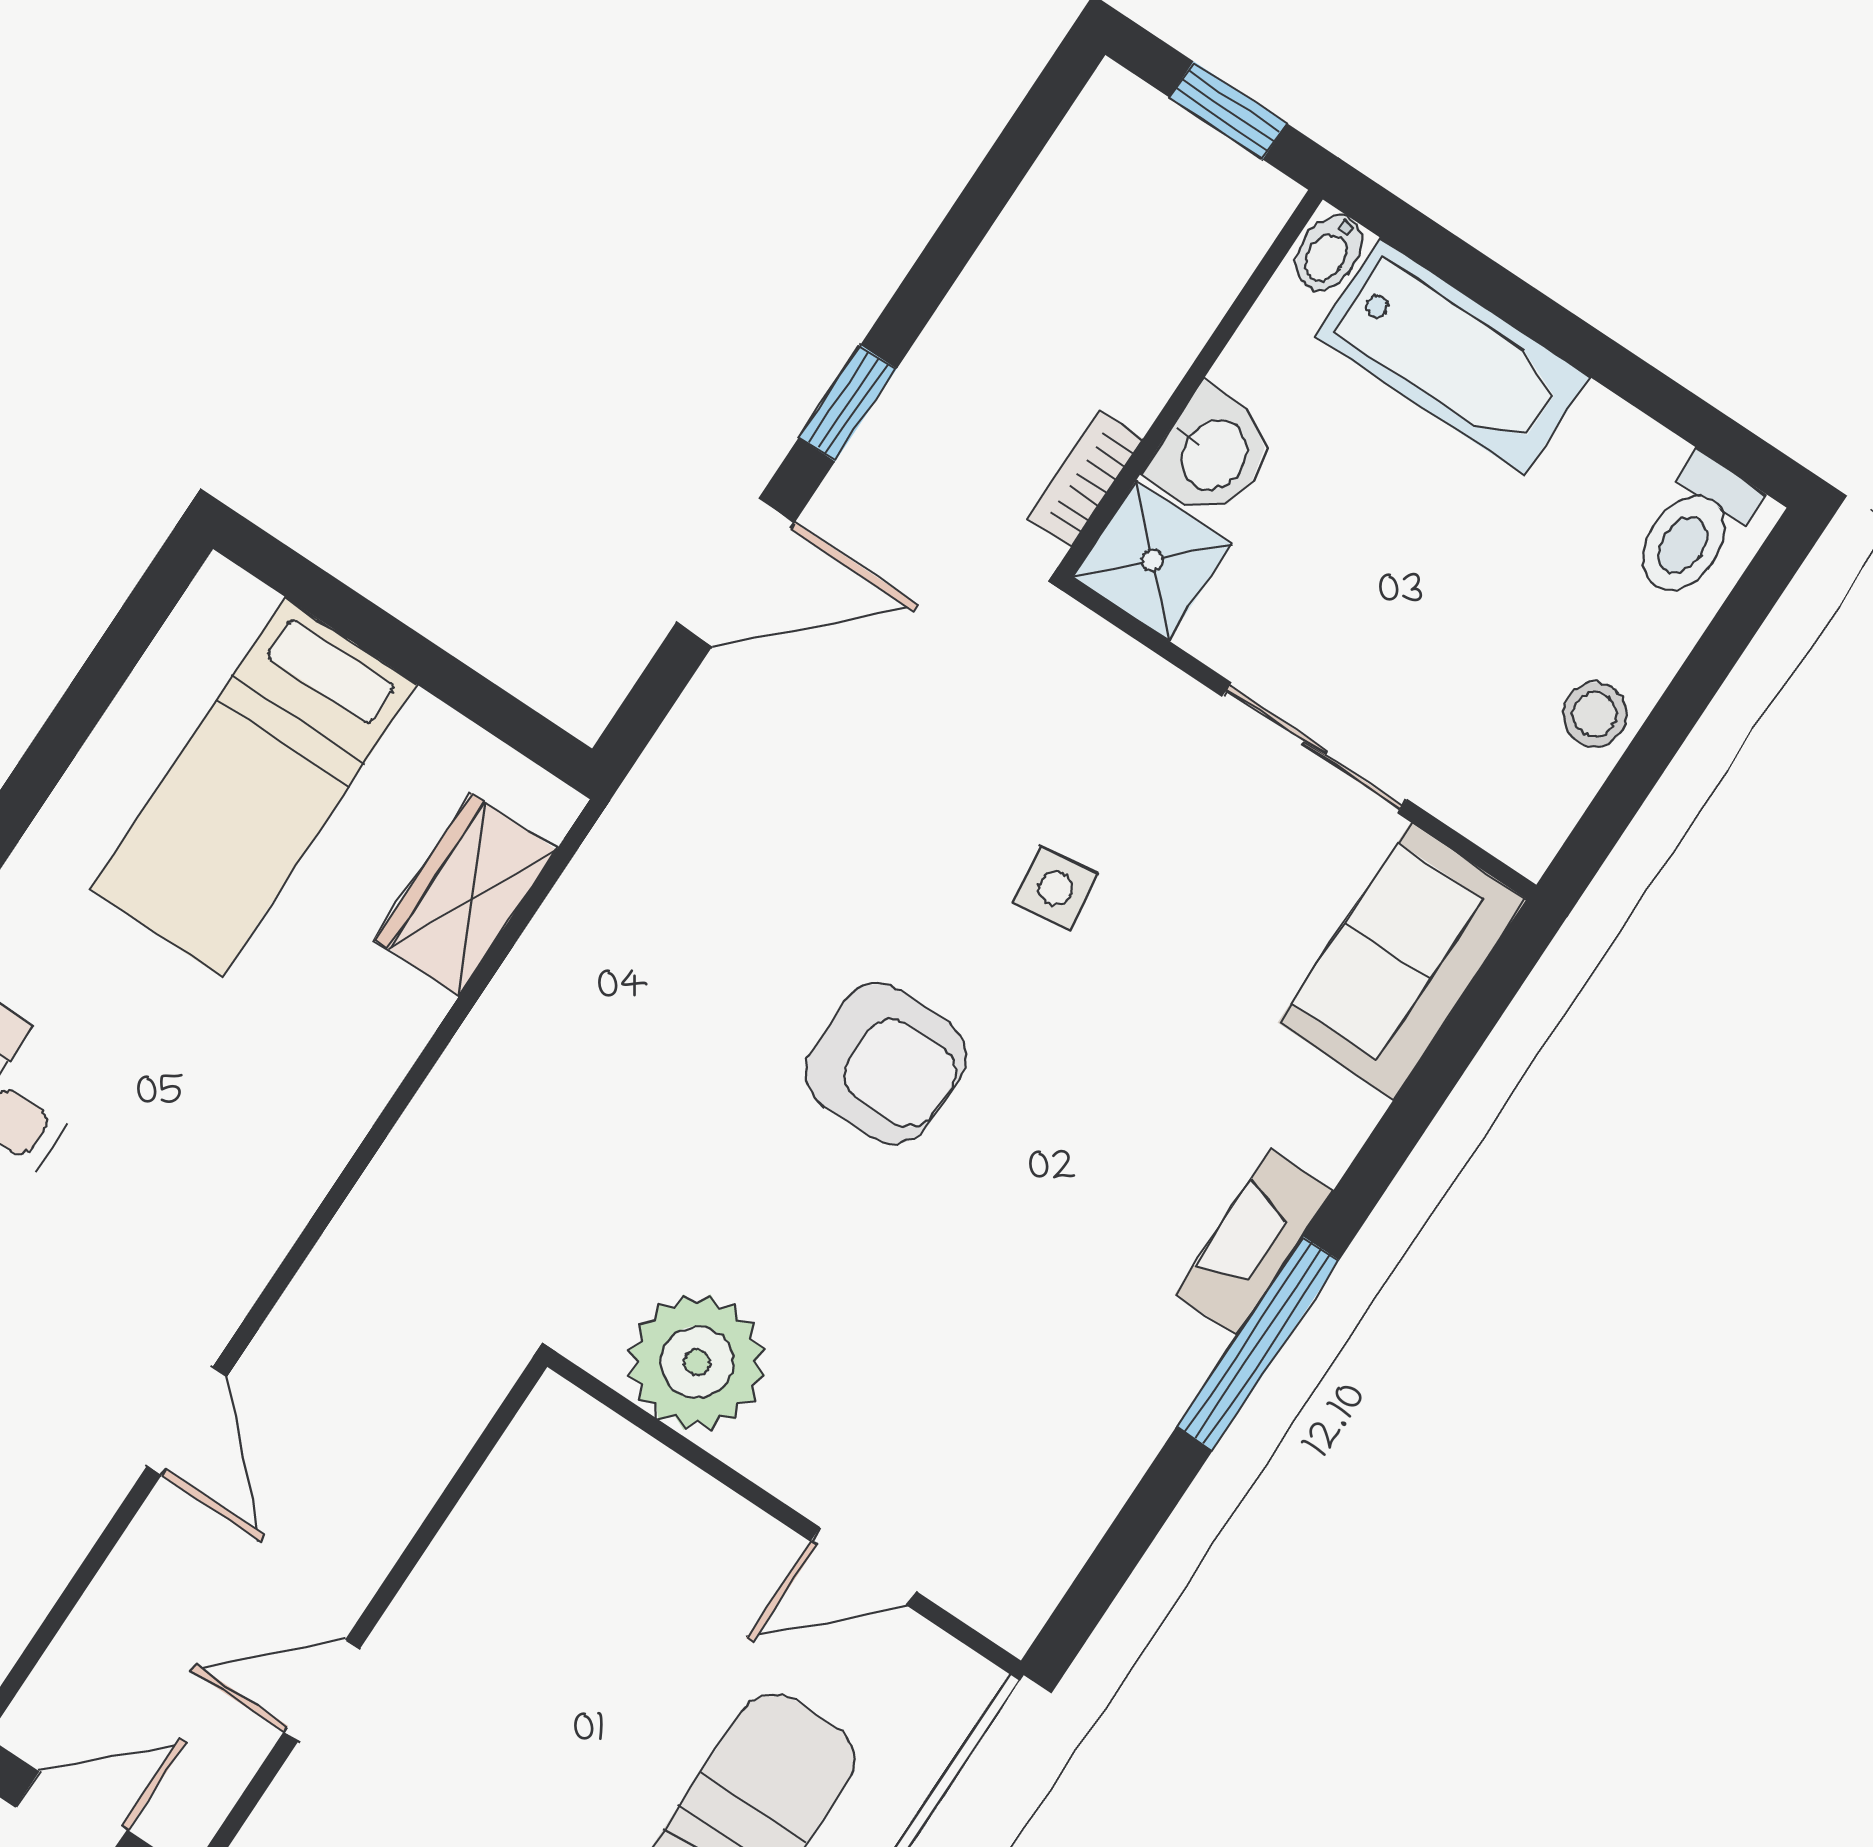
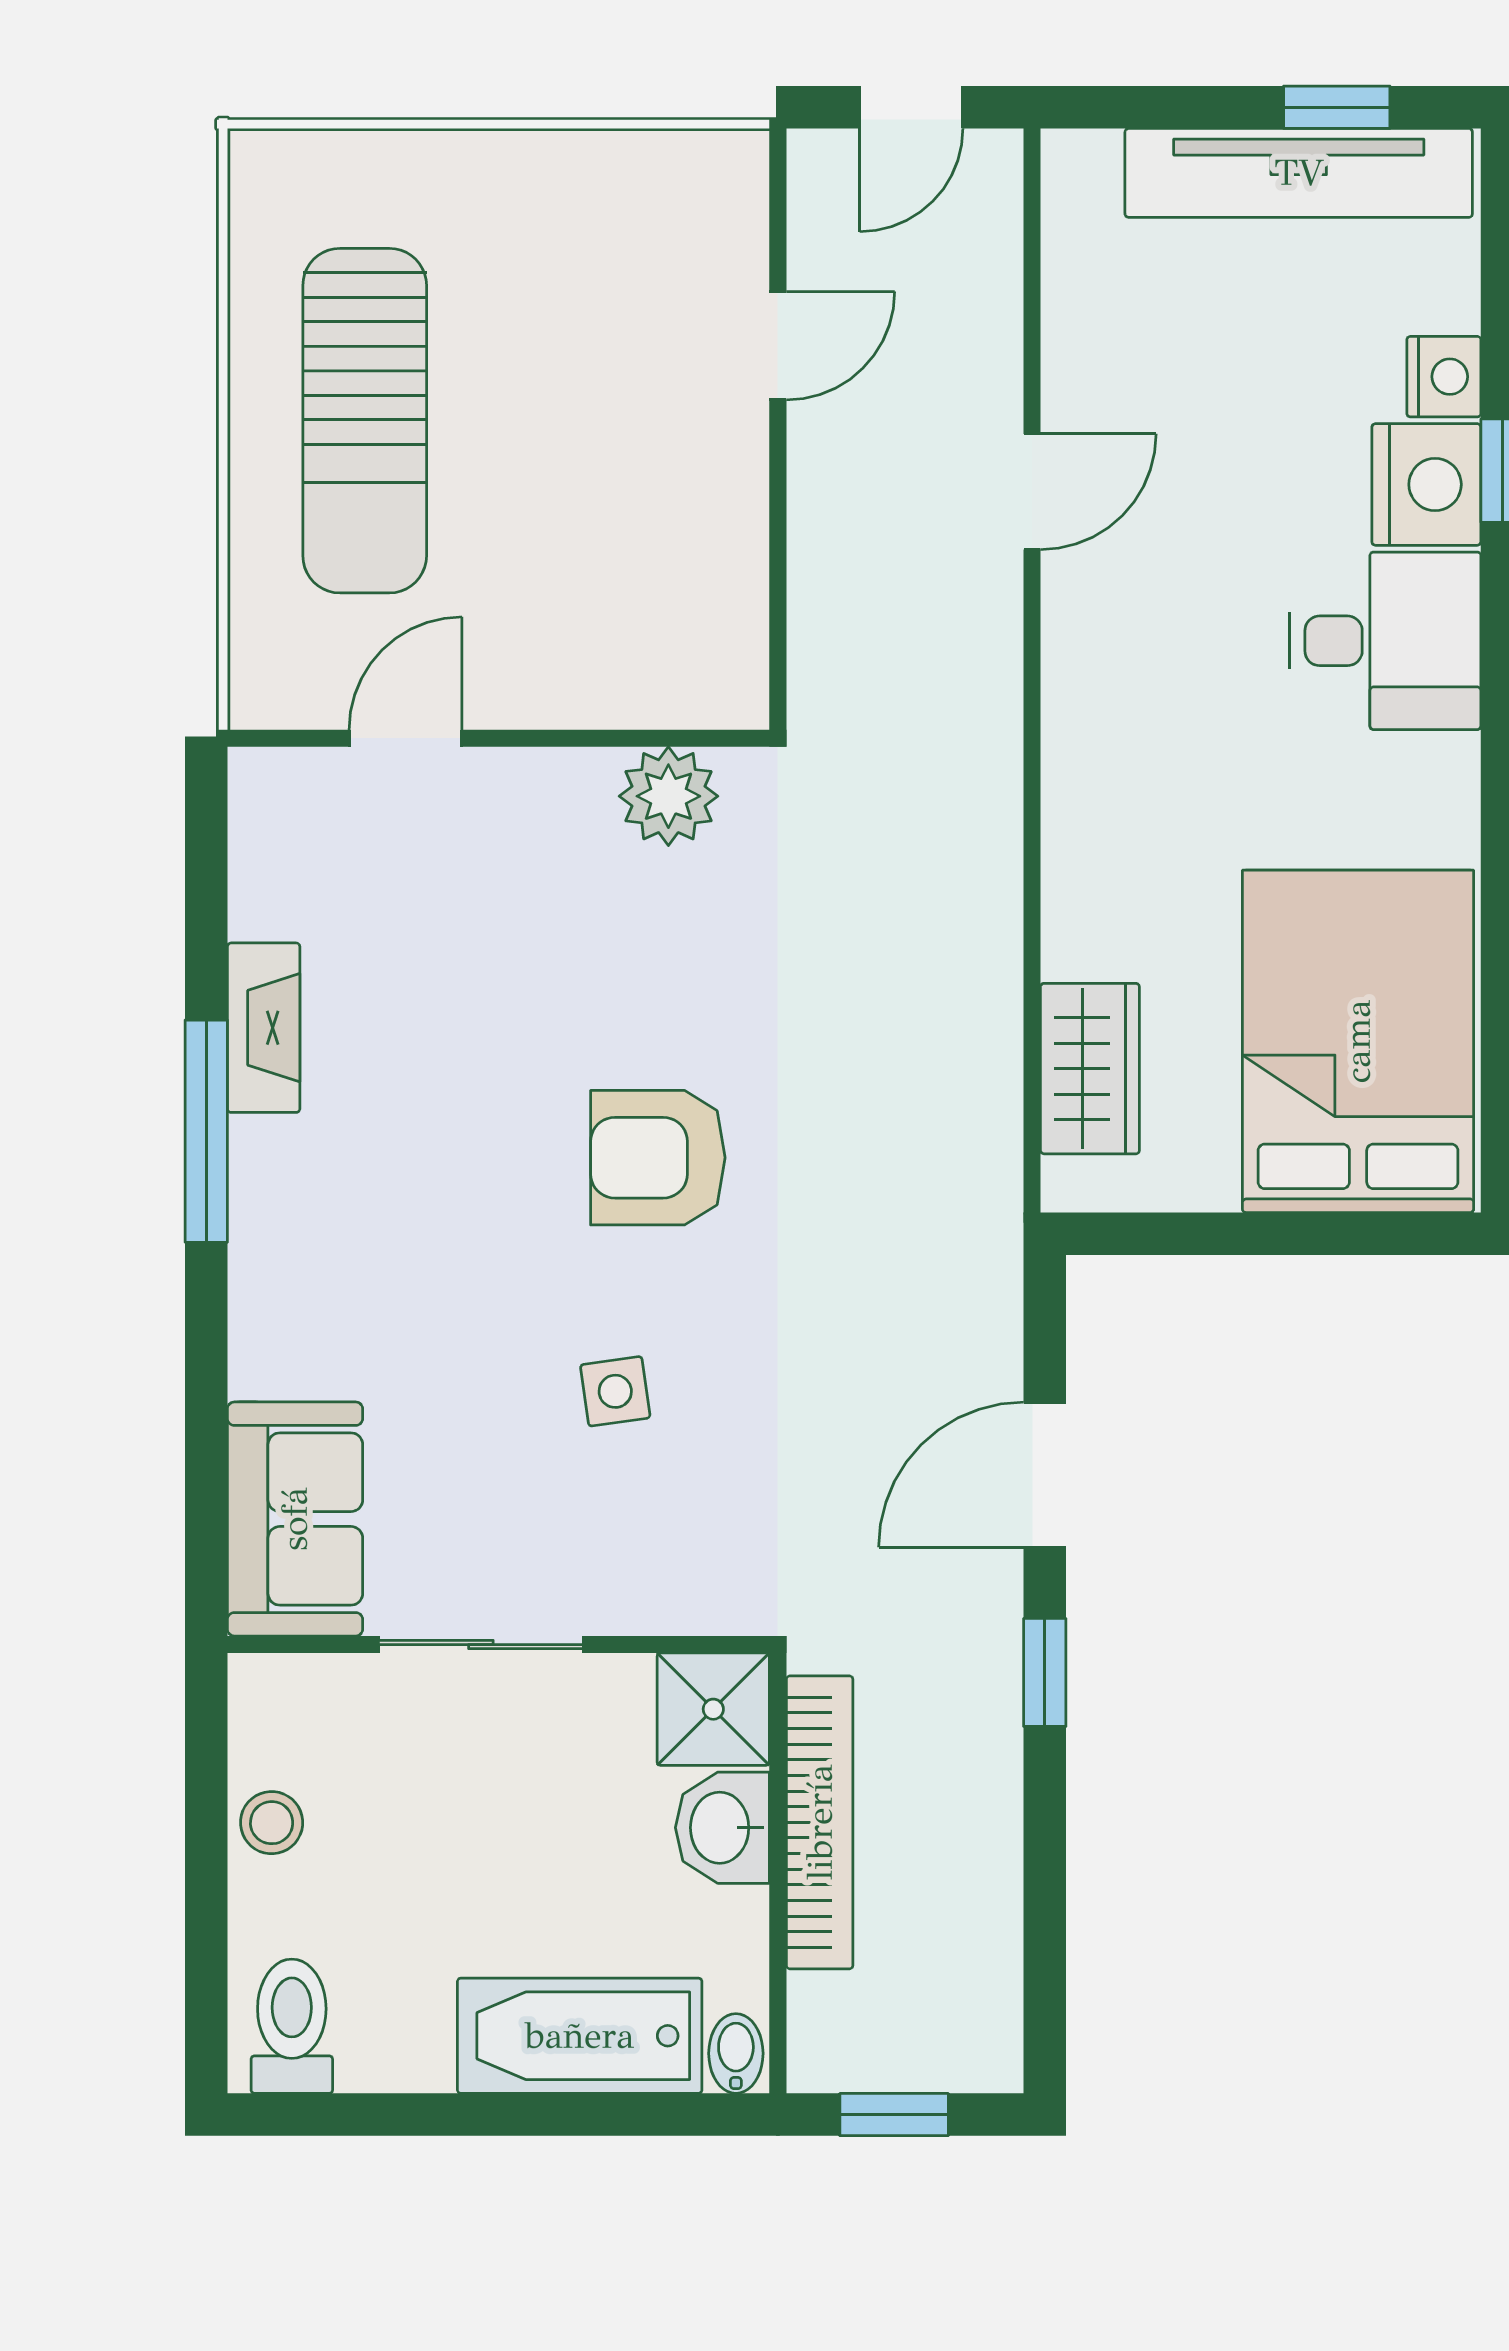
bookcase: (1085, 479) -> (820, 1822), width x2.31, depth x1.31
bed: (253, 787) -> (1358, 1041), width x1.50
fireplace: (1254, 1243) -> (264, 1028), moved
plant: (697, 1362) -> (668, 796), width x0.73, depth x0.73
door: (187, 1421) -> (1032, 492), swing flipped

